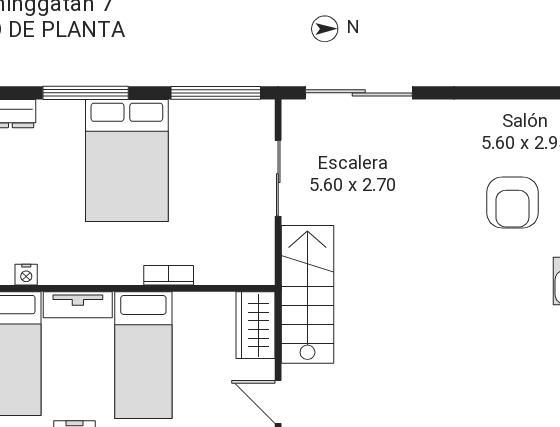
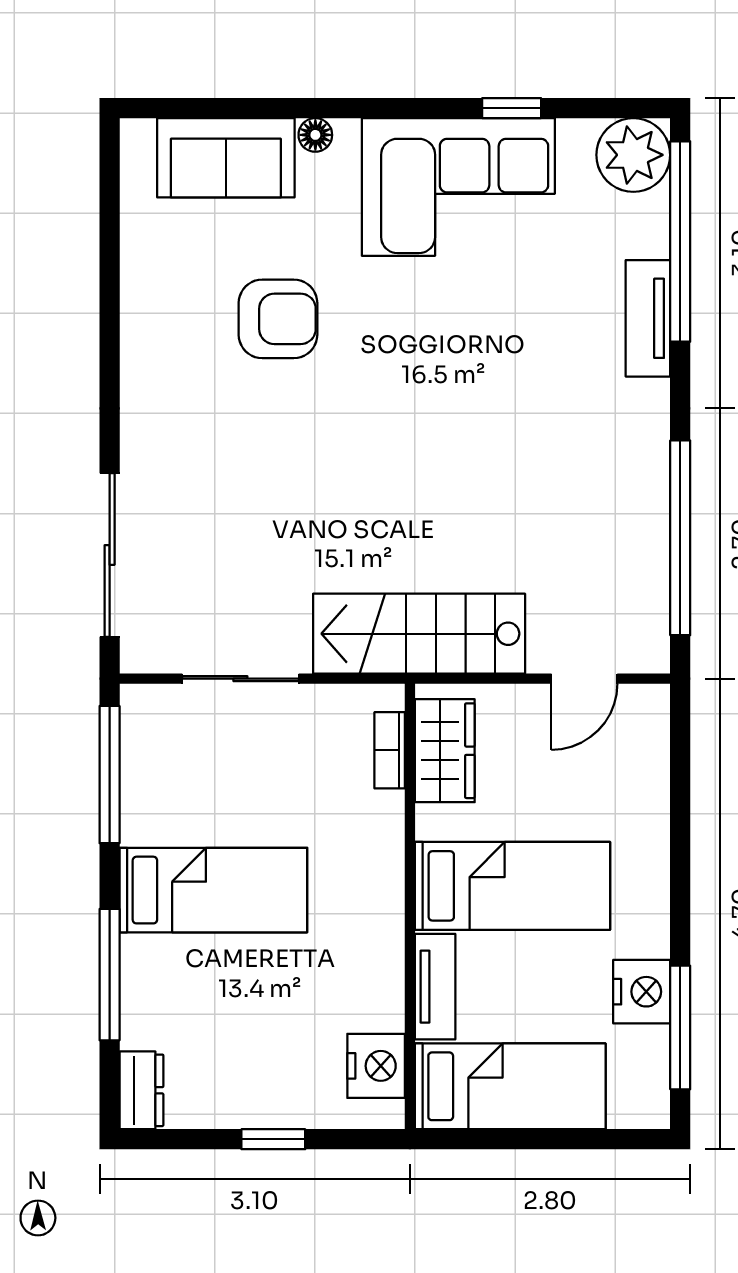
bed: (127, 160) -> (213, 890), width x0.67
nightstand: (26, 275) -> (376, 1066), width x1.89, depth x1.79
bookcase: (169, 275) -> (390, 750), moved
wardrobe: (256, 325) -> (445, 751), moved, turned -90

